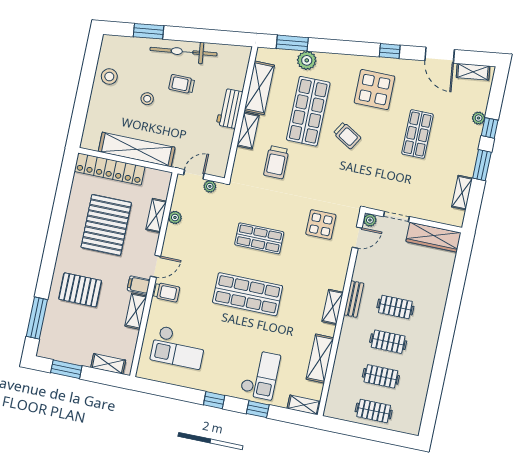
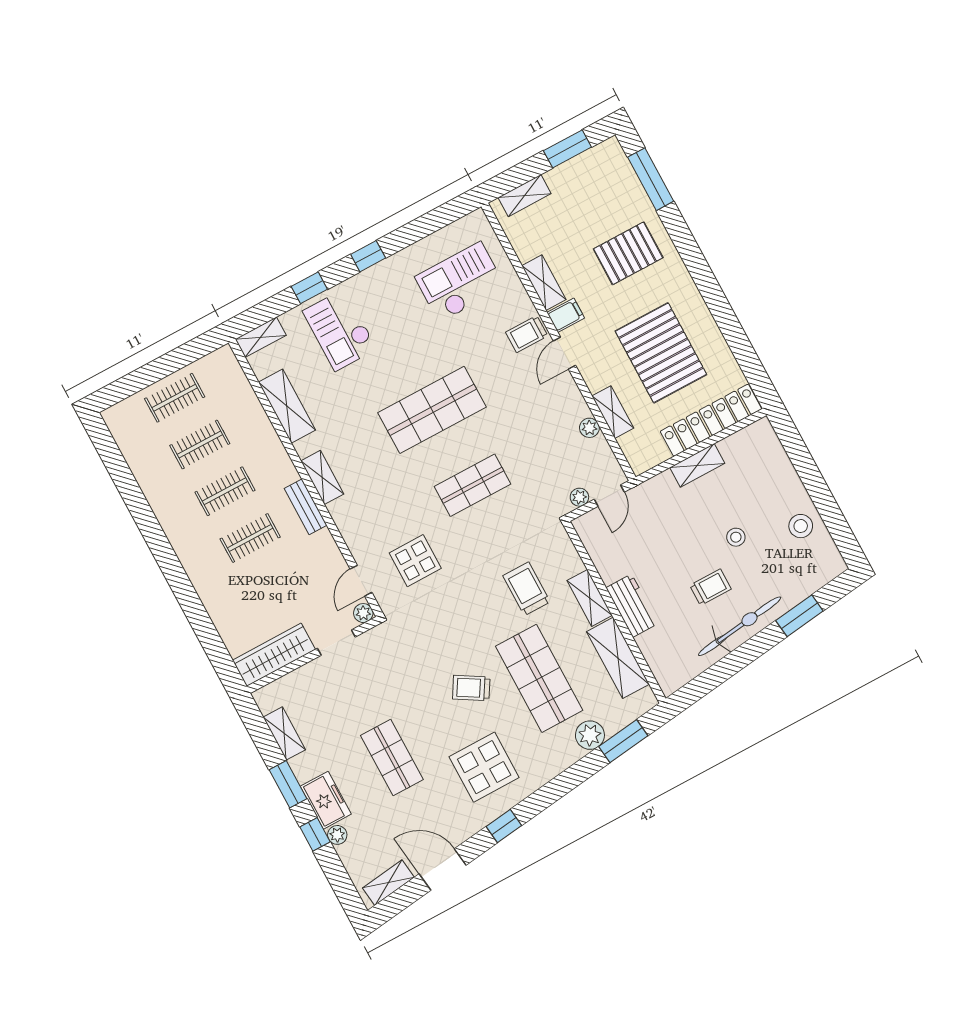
freezer: (469, 141) -> (326, 800), added
shelving: (137, 149) -> (697, 465), width x0.45, depth x0.75

